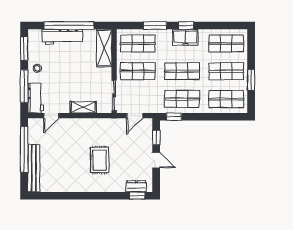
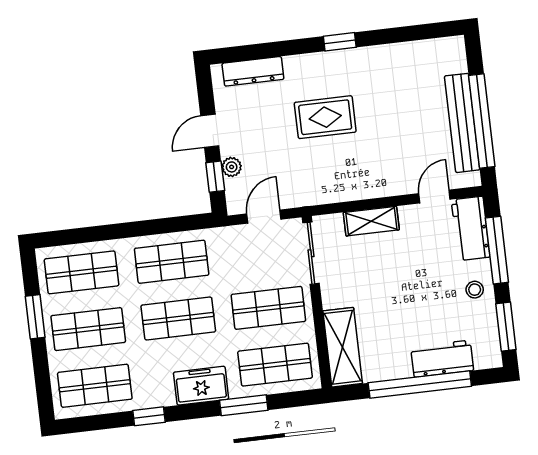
window: (186, 26) -> (149, 416), moved
workbench: (62, 37) -> (442, 359), width x0.73
freezer: (185, 37) -> (201, 386), moved
window: (174, 117) -> (184, 223), removed
plant: (148, 141) -> (232, 167), added
rug: (100, 160) -> (325, 117), turned 90
door: (156, 160) -> (210, 131), hinge flipped
bench: (34, 168) -> (462, 123), moved
dresser: (136, 186) -> (253, 71), width x1.44
window: (137, 196) -> (340, 42), moved

